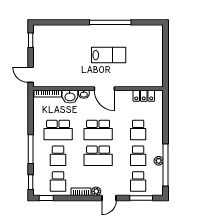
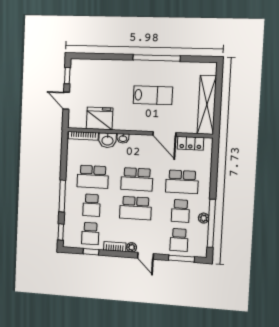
shelving: (156, 62) -> (207, 105), added
door: (31, 75) -> (66, 101), moved
fridge: (62, 77) -> (100, 118), added
door: (104, 89) -> (164, 134), moved
school desk: (138, 130) -> (182, 182), width x1.85
window: (46, 198) -> (91, 252), moved
door: (109, 198) -> (145, 256), hinge flipped

